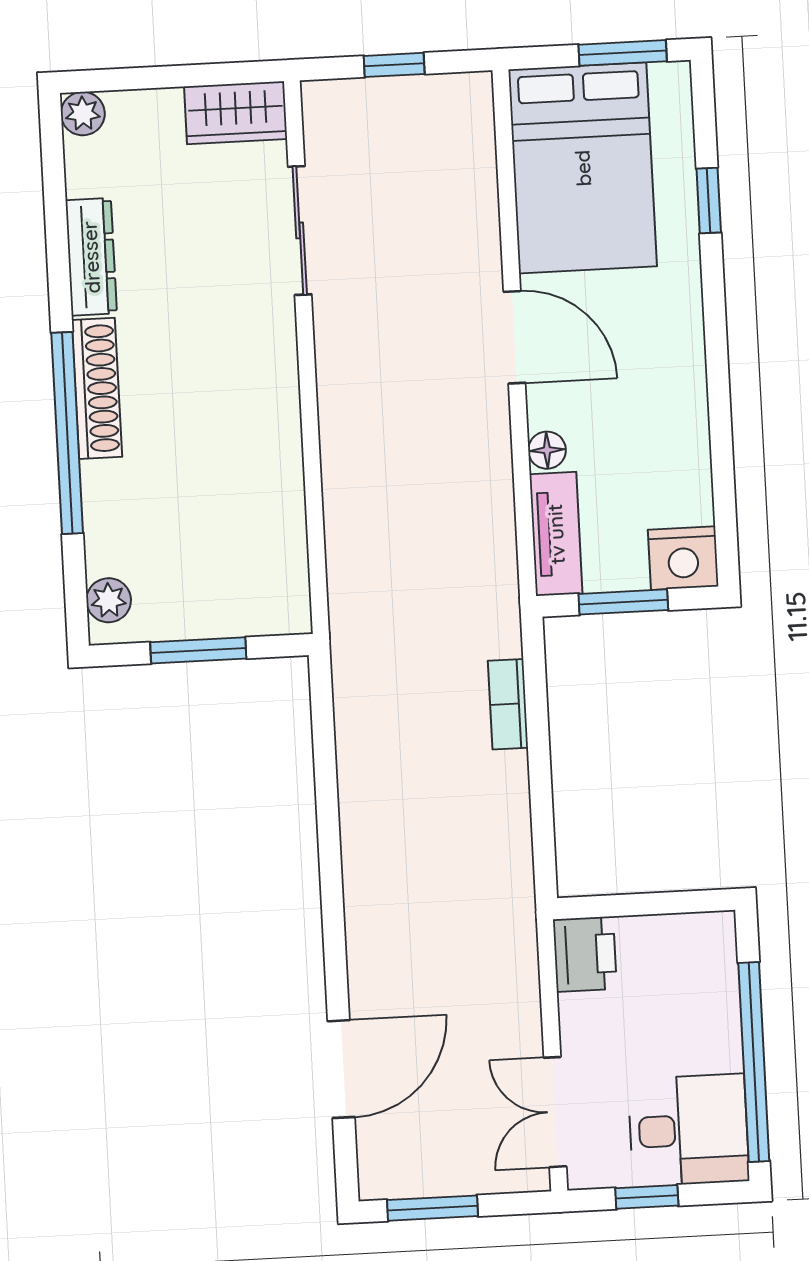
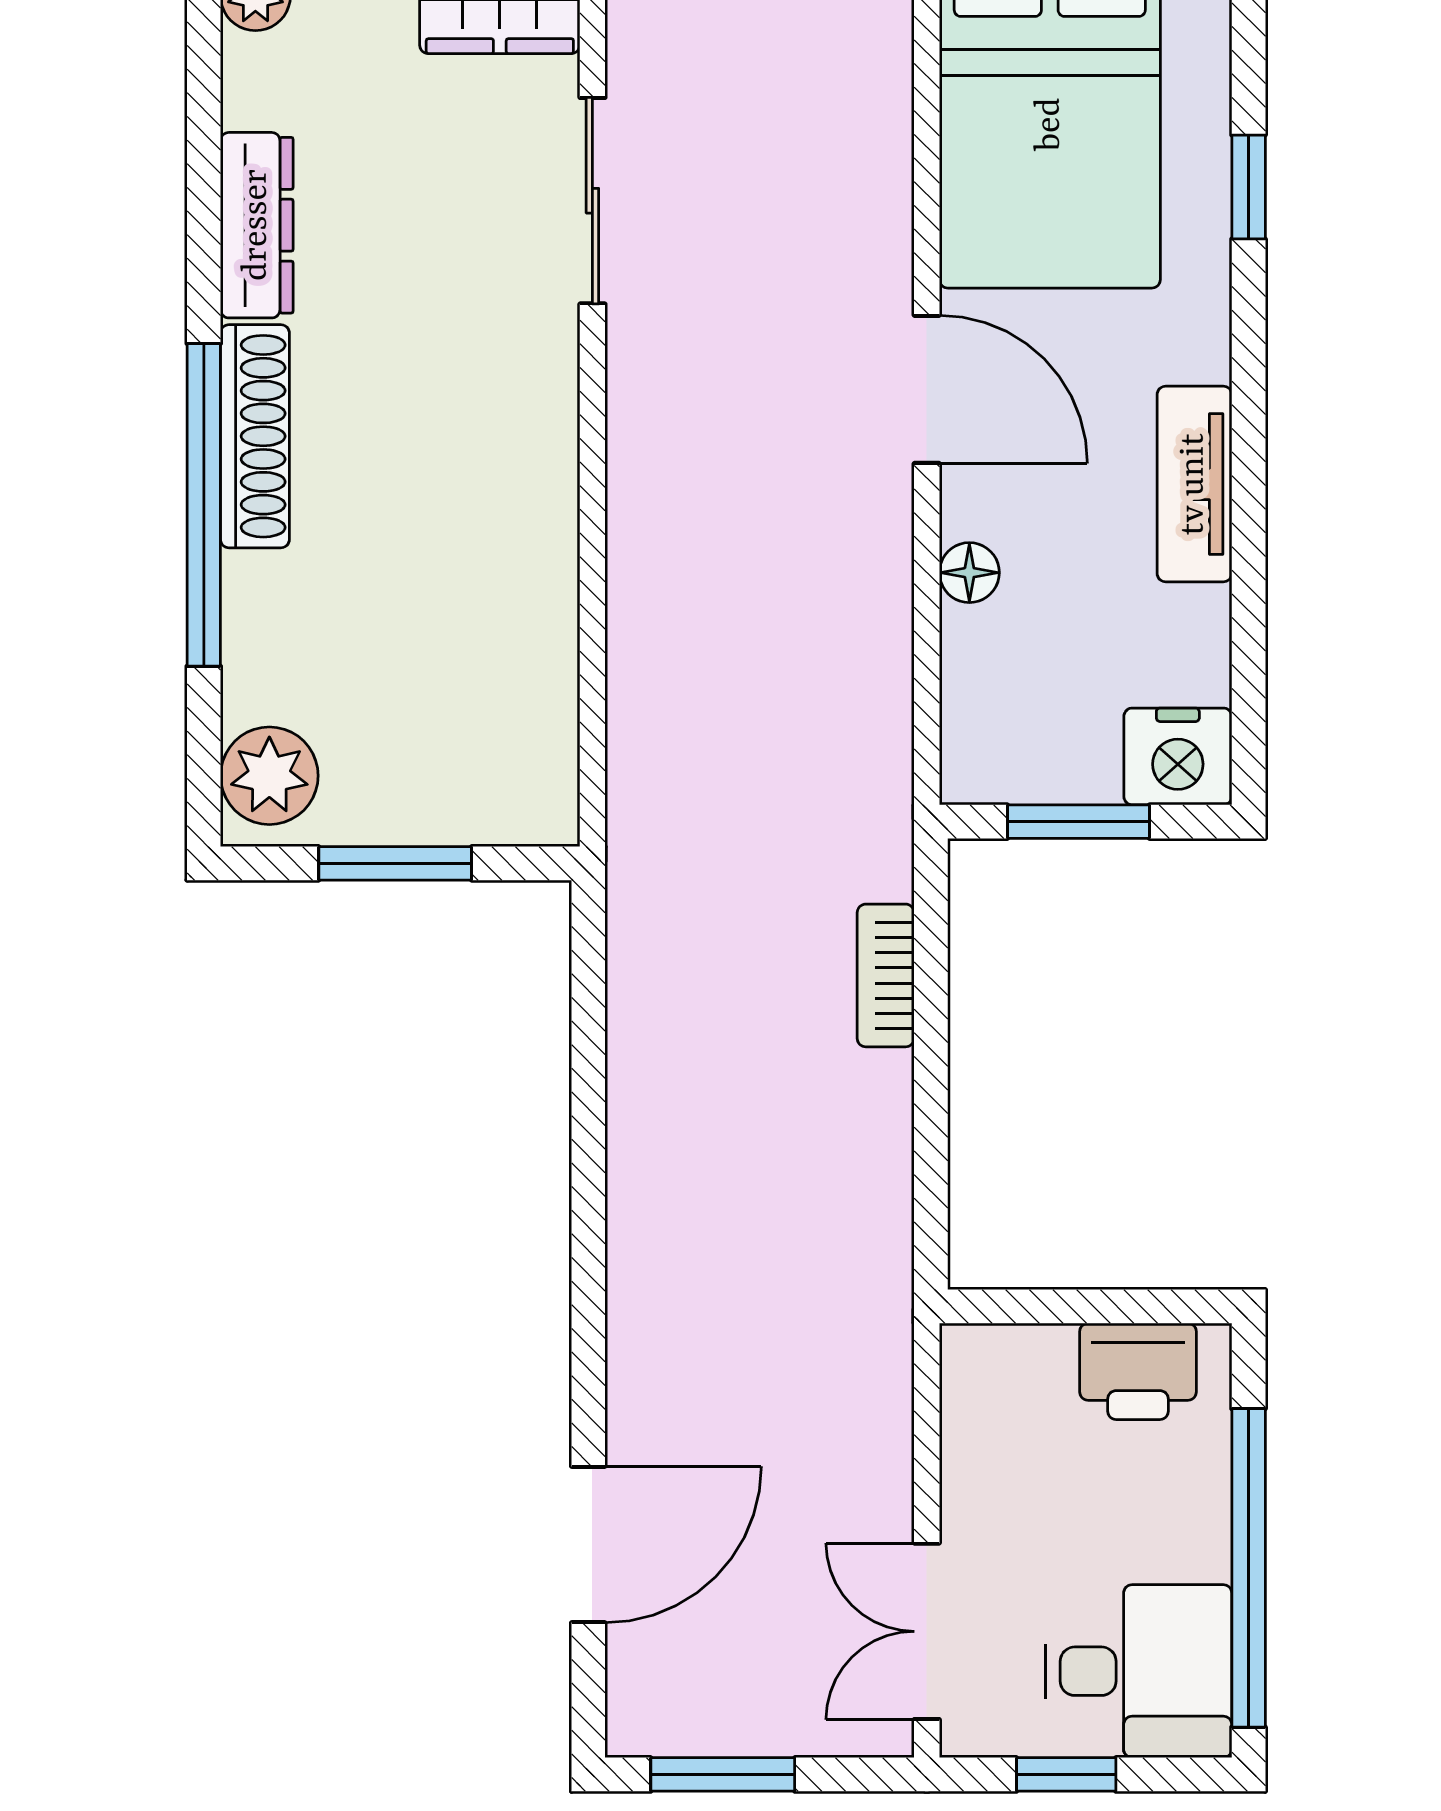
tv unit: (556, 534) -> (1194, 484), moved, turned 180
plant: (109, 600) -> (269, 776), width x1.38, depth x1.38
printer: (585, 954) -> (1138, 1371), moved, turned 90

